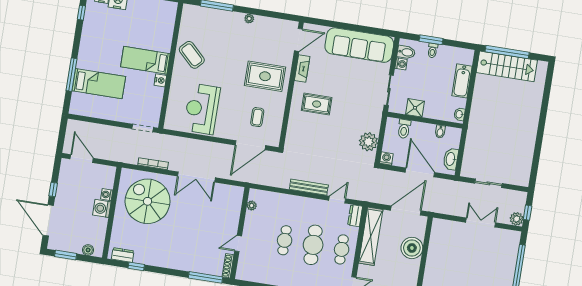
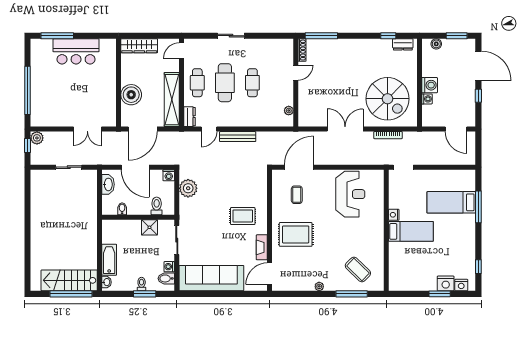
coffee table: (192, 55) -> (358, 270), moved
washbasin: (459, 114) -> (107, 282), moved
double door: (481, 222) -> (87, 129), moved

